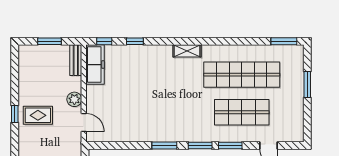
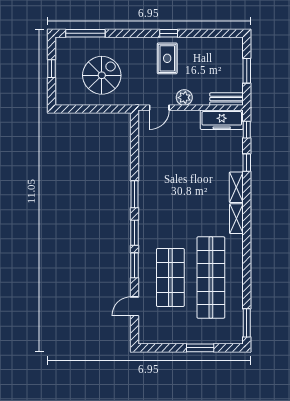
shelving: (158, 51) -> (236, 187), added

